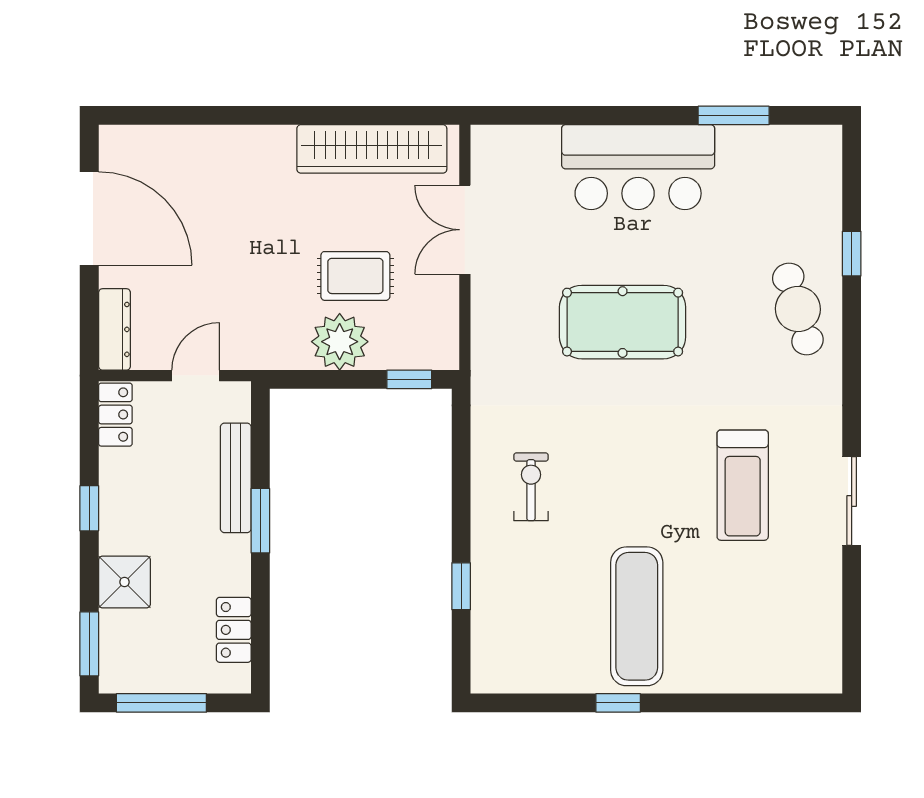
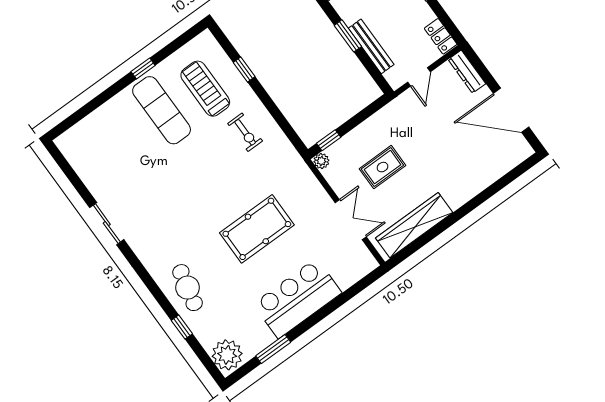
plant: (812, 159) -> (227, 355), added
cafe table: (798, 309) -> (188, 288), turned 30
plant: (340, 342) -> (321, 161), moved, width x0.53, depth x0.53
treadmill: (743, 485) -> (205, 89), moved

